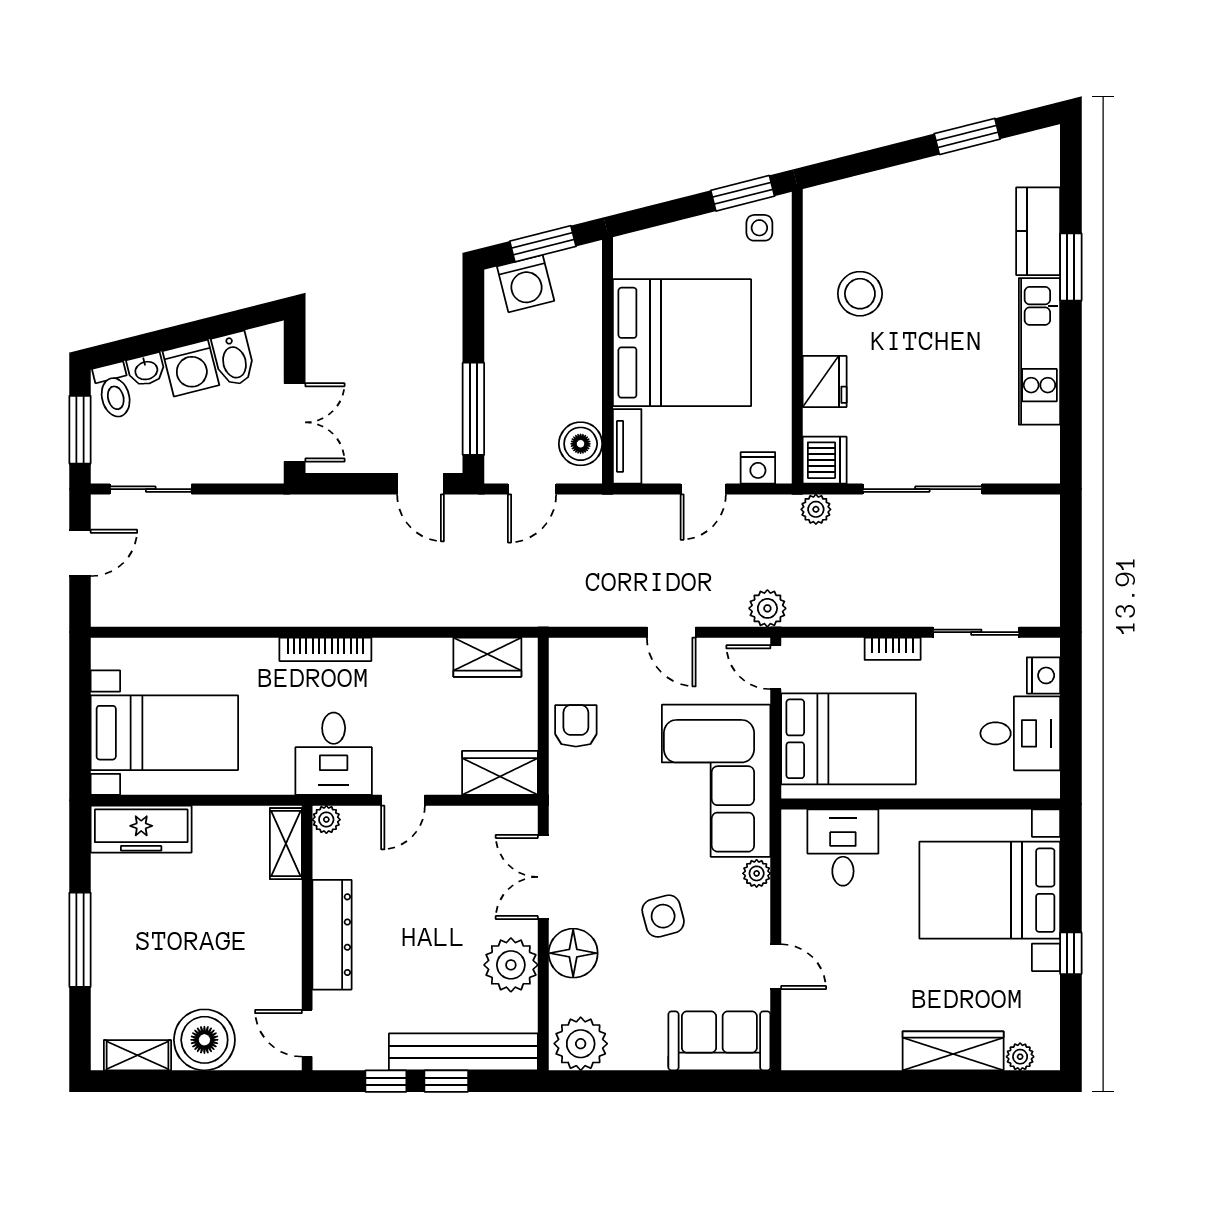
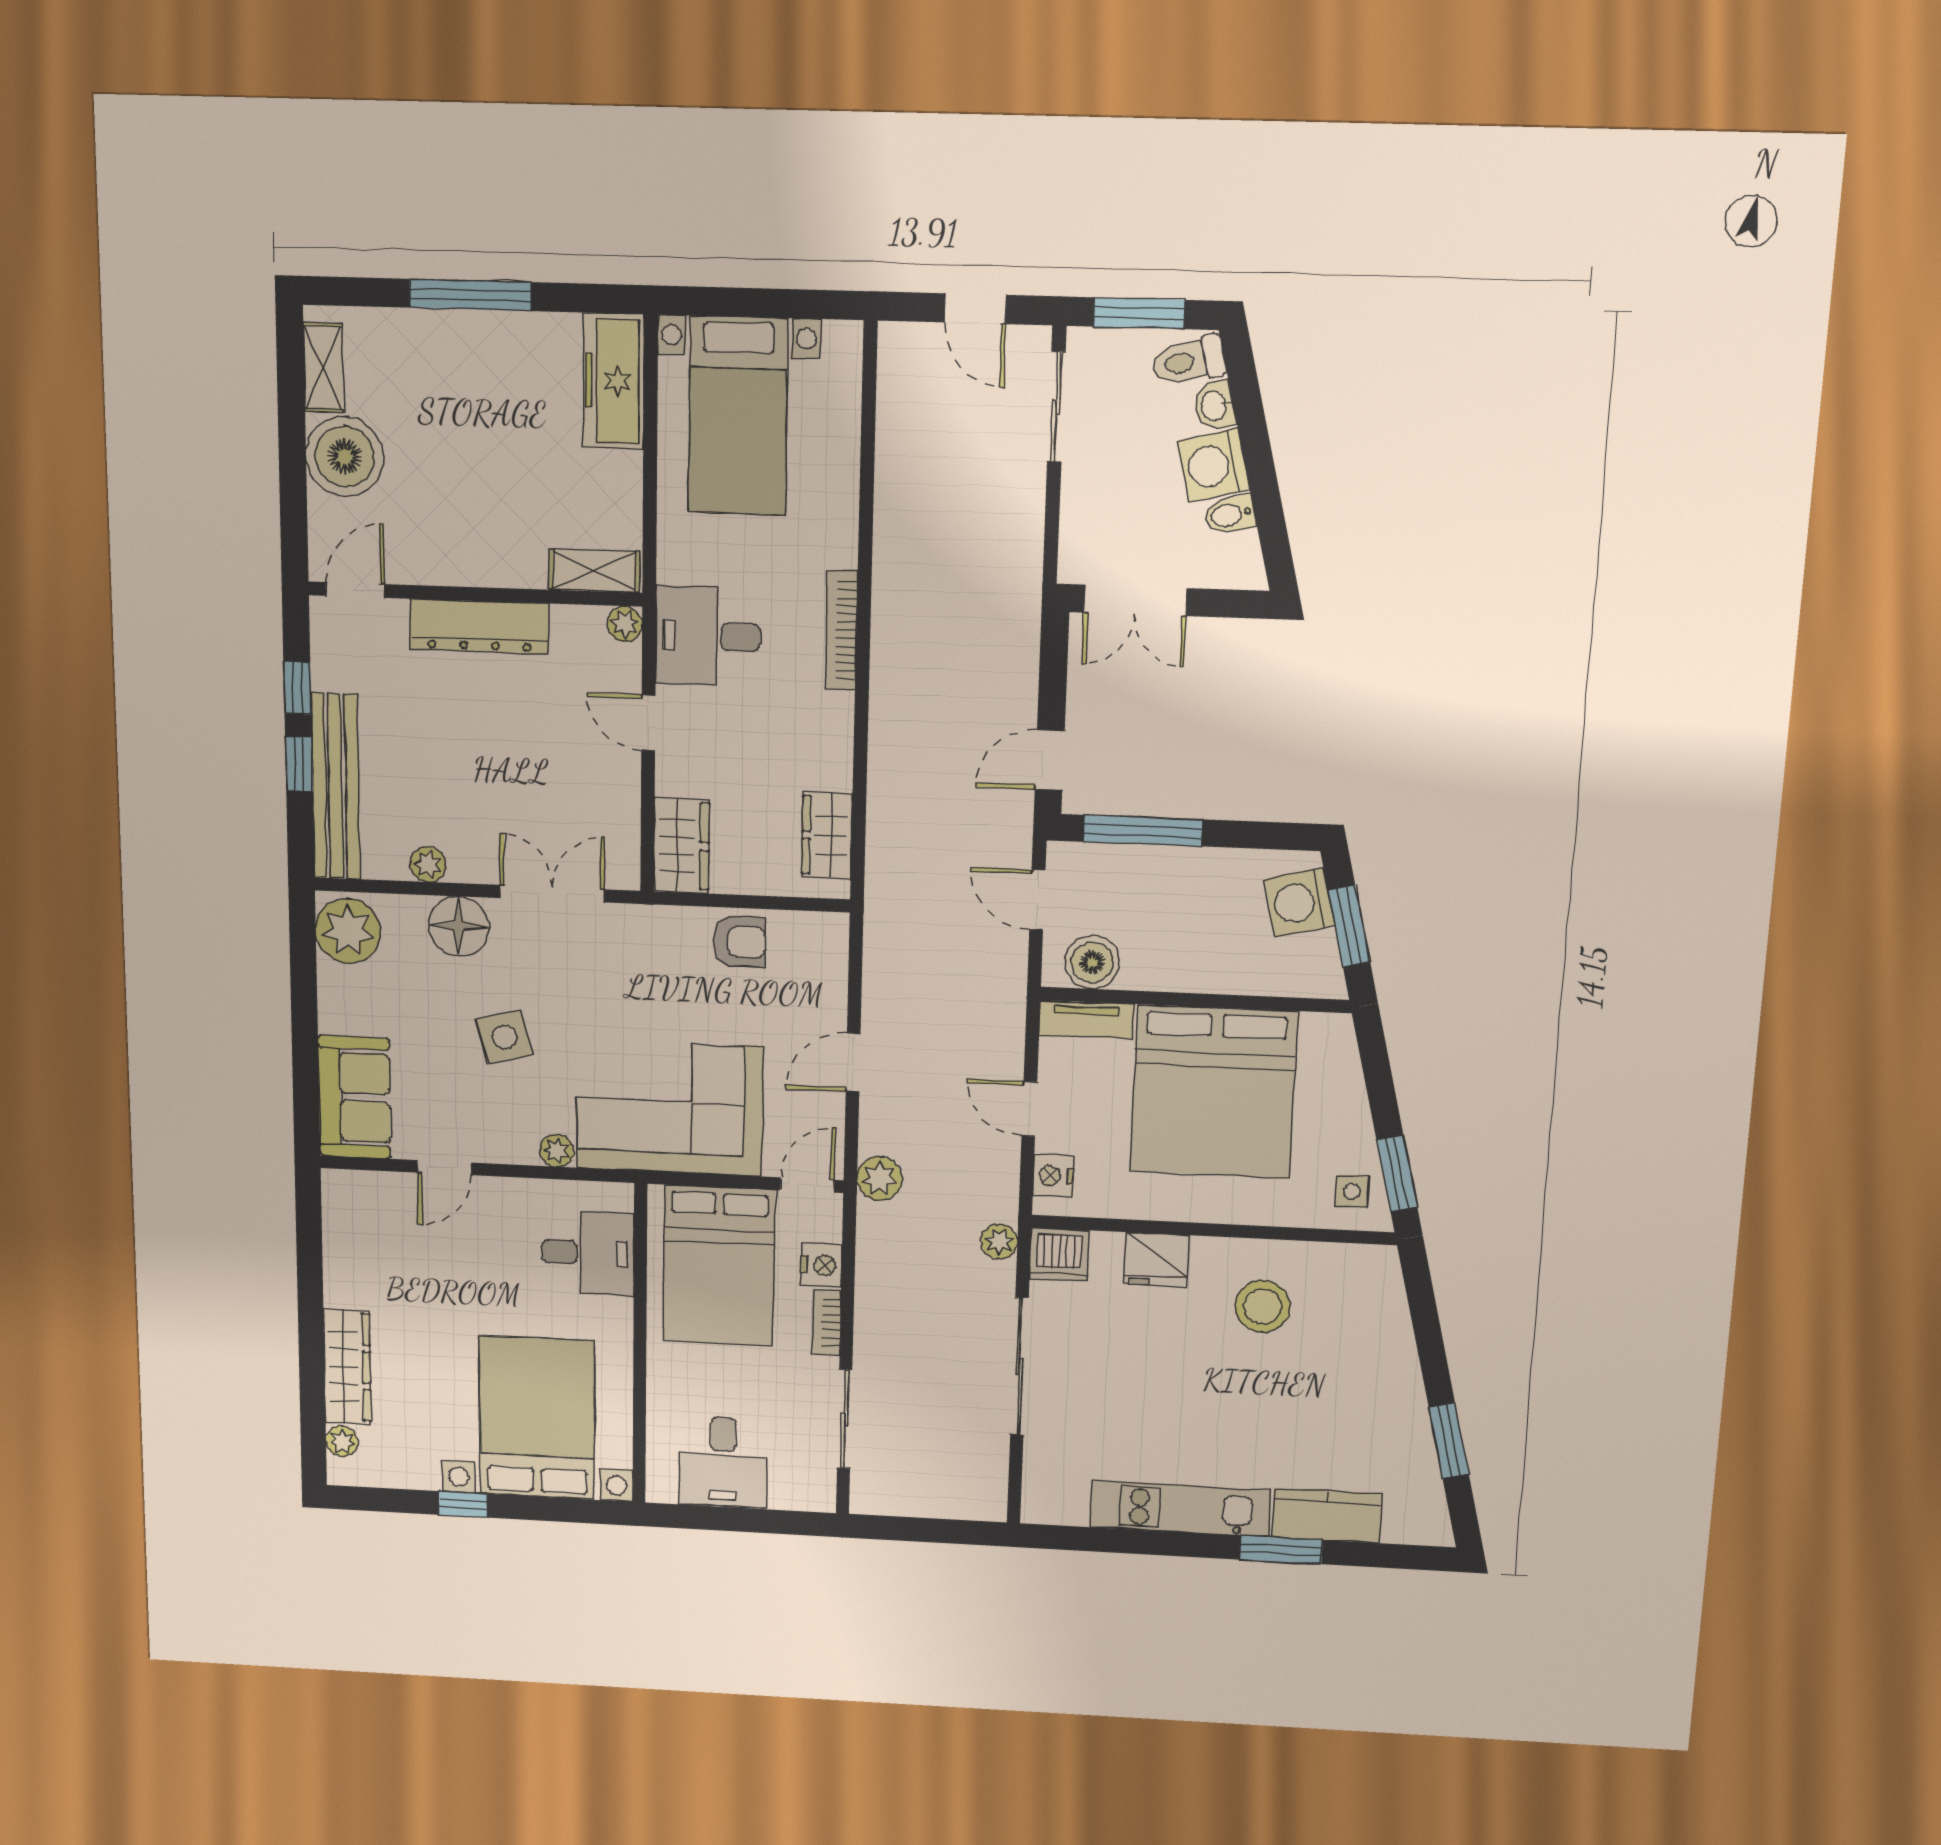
bidet: (234, 359) -> (1230, 515), width x0.72, depth x0.74
nightstand: (1043, 675) -> (821, 1265), moved, turned -90
plant: (511, 965) -> (428, 864), width x0.53, depth x0.53

